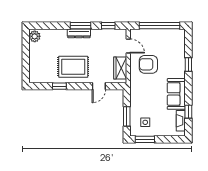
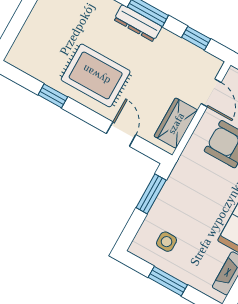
door: (99, 86) -> (121, 134), swing flipped
window: (127, 116) -> (151, 194), moved
window: (145, 139) -> (168, 281), moved

